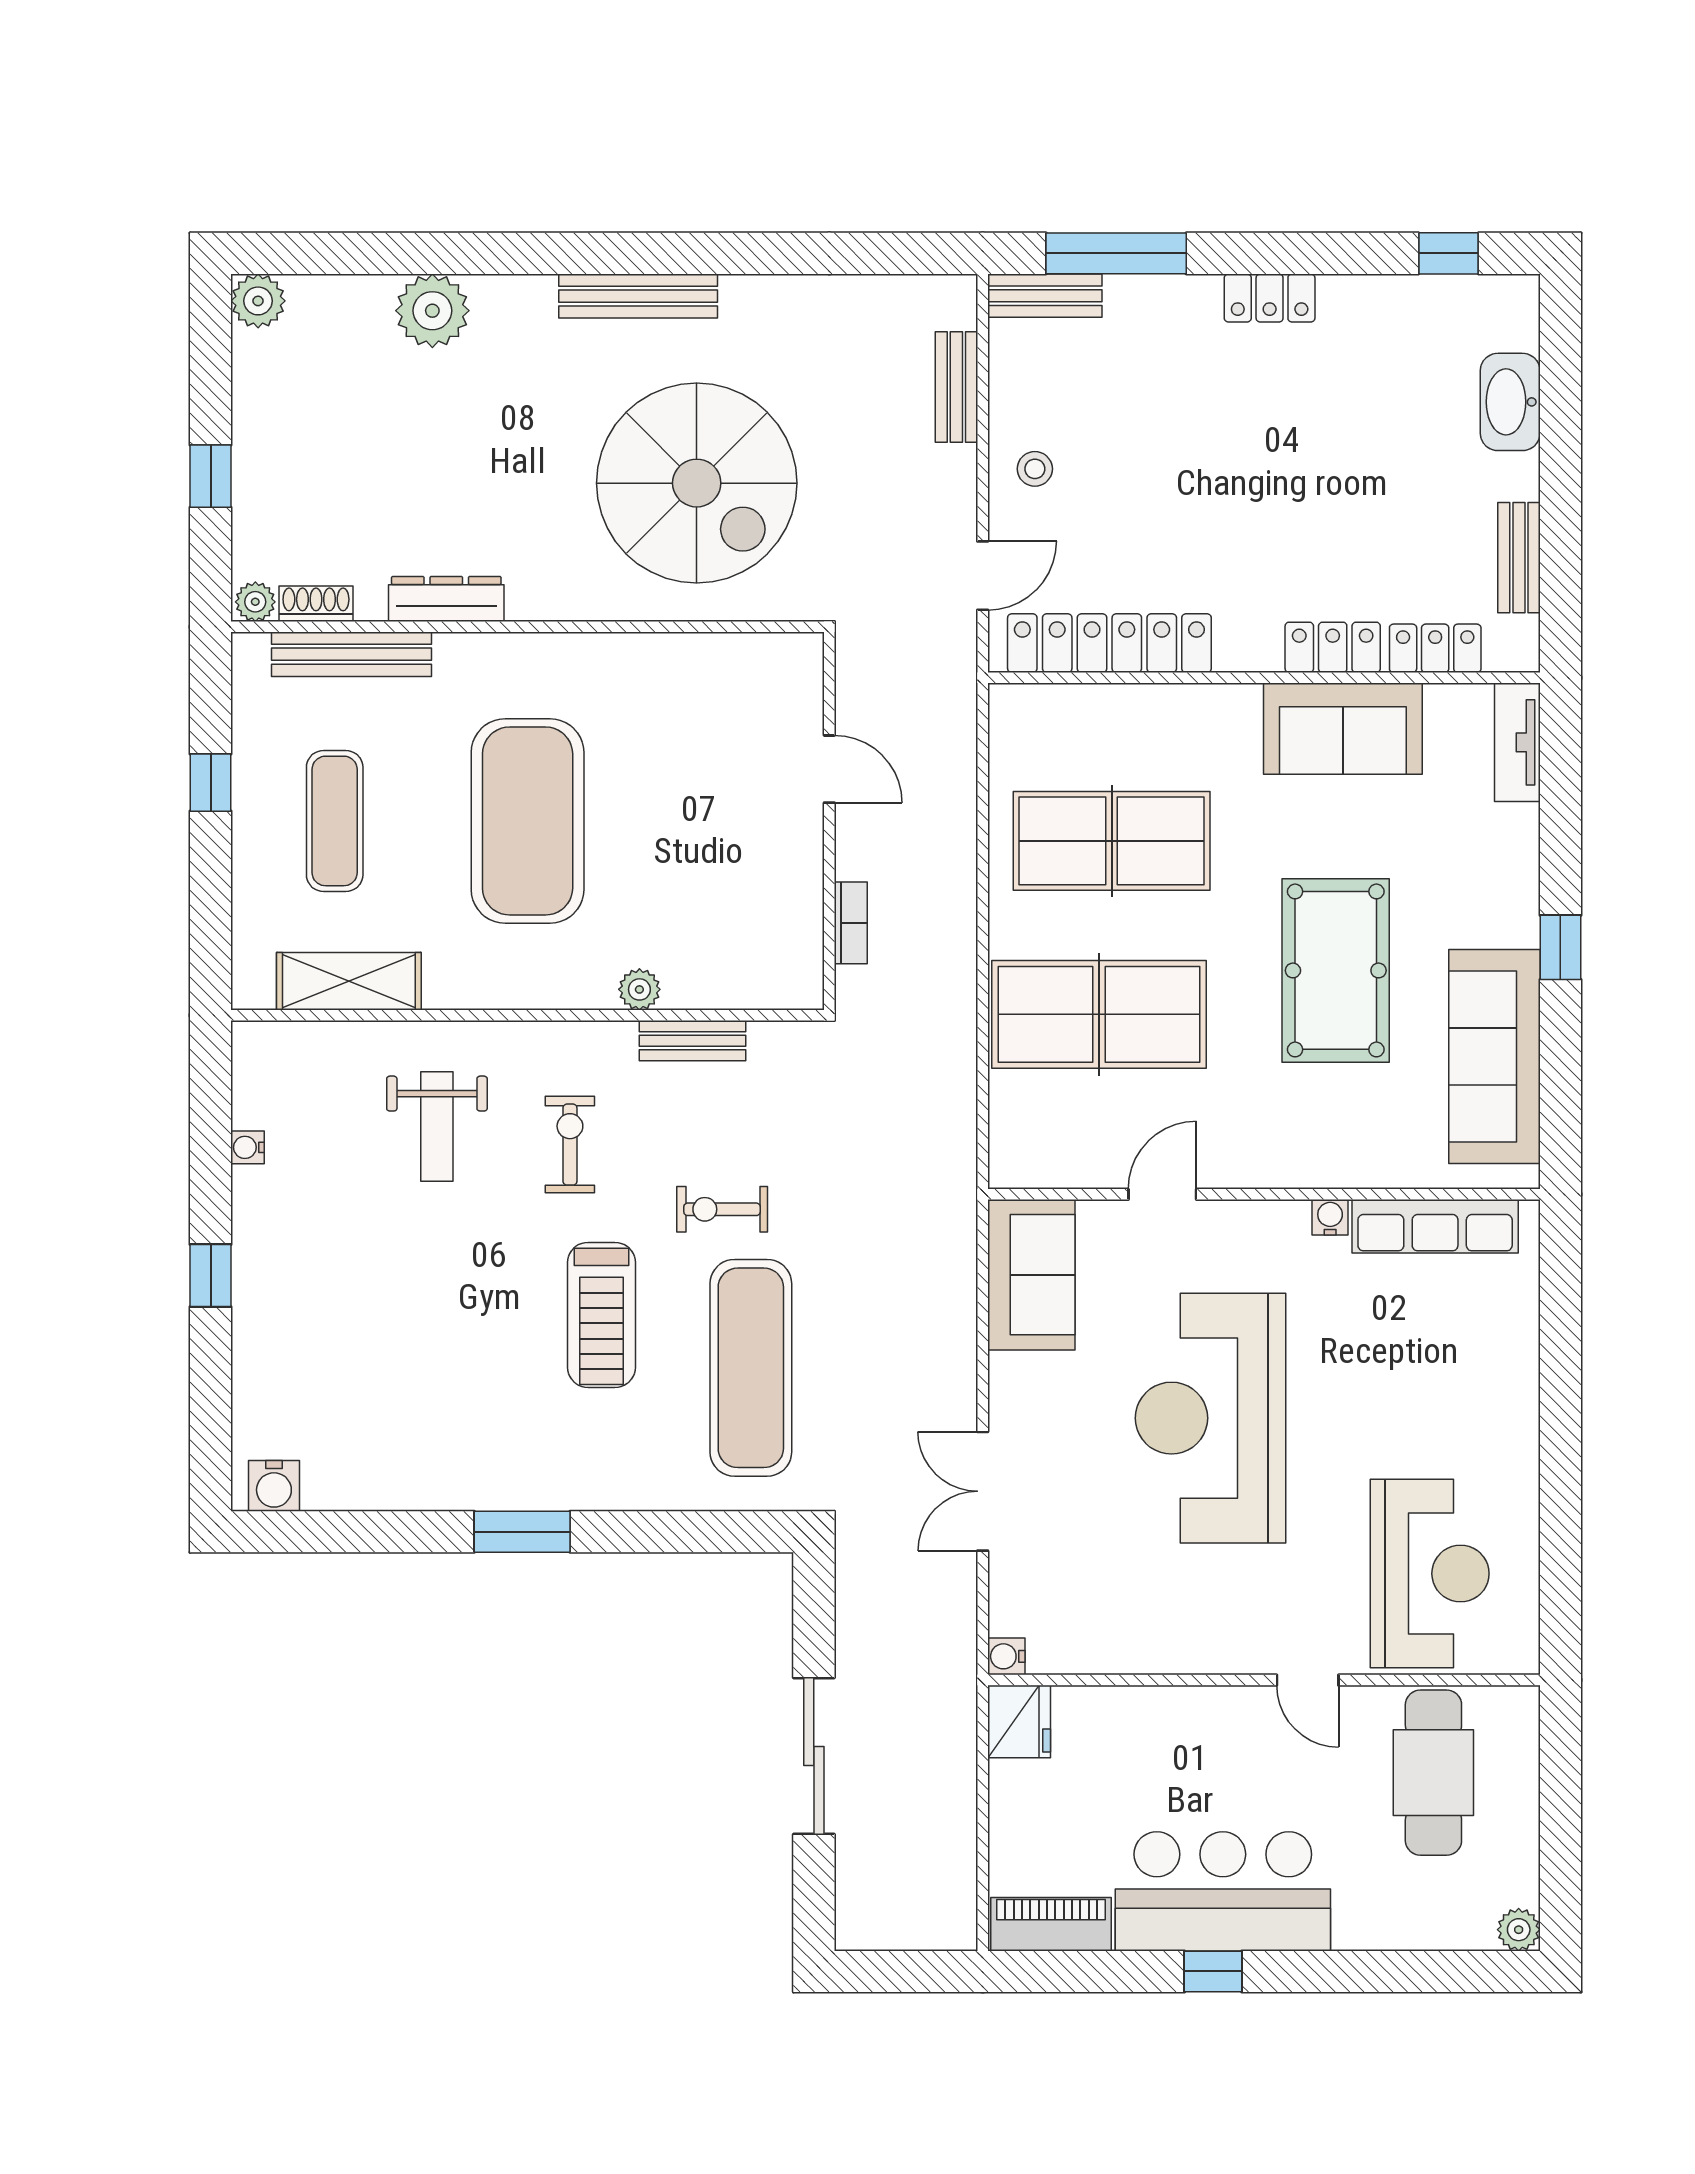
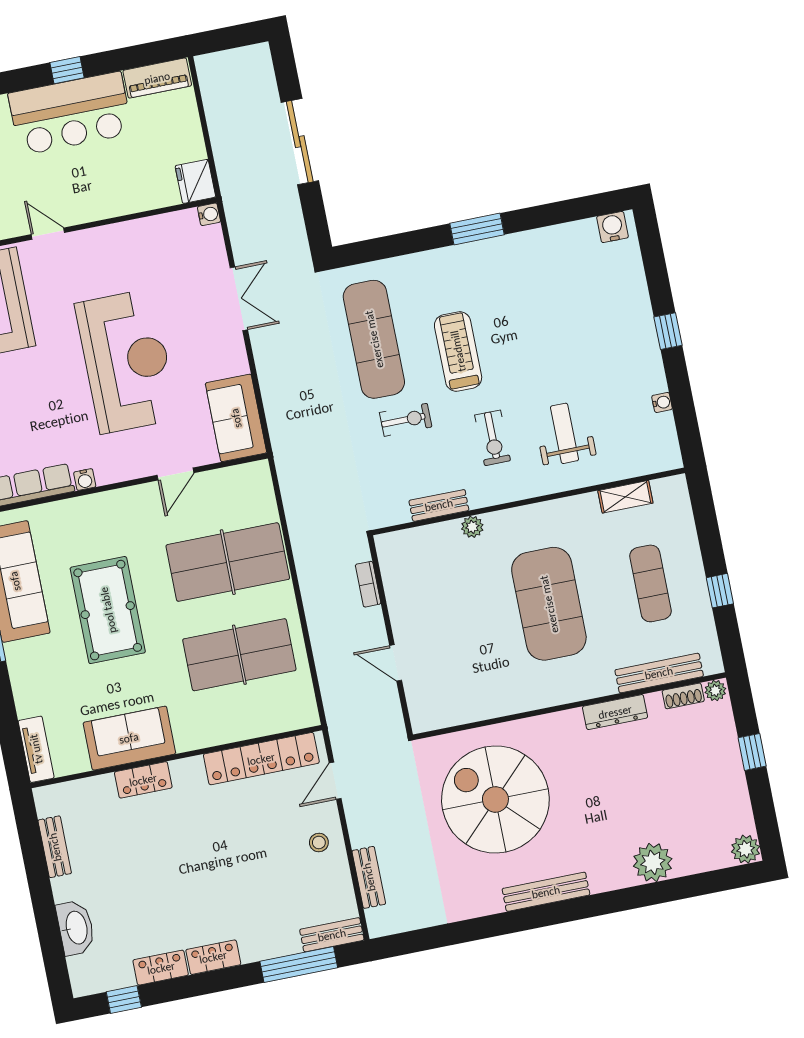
locker: (1435, 648) -> (161, 968), moved, turned 180
shelving: (349, 981) -> (625, 497), width x0.67, depth x0.75

